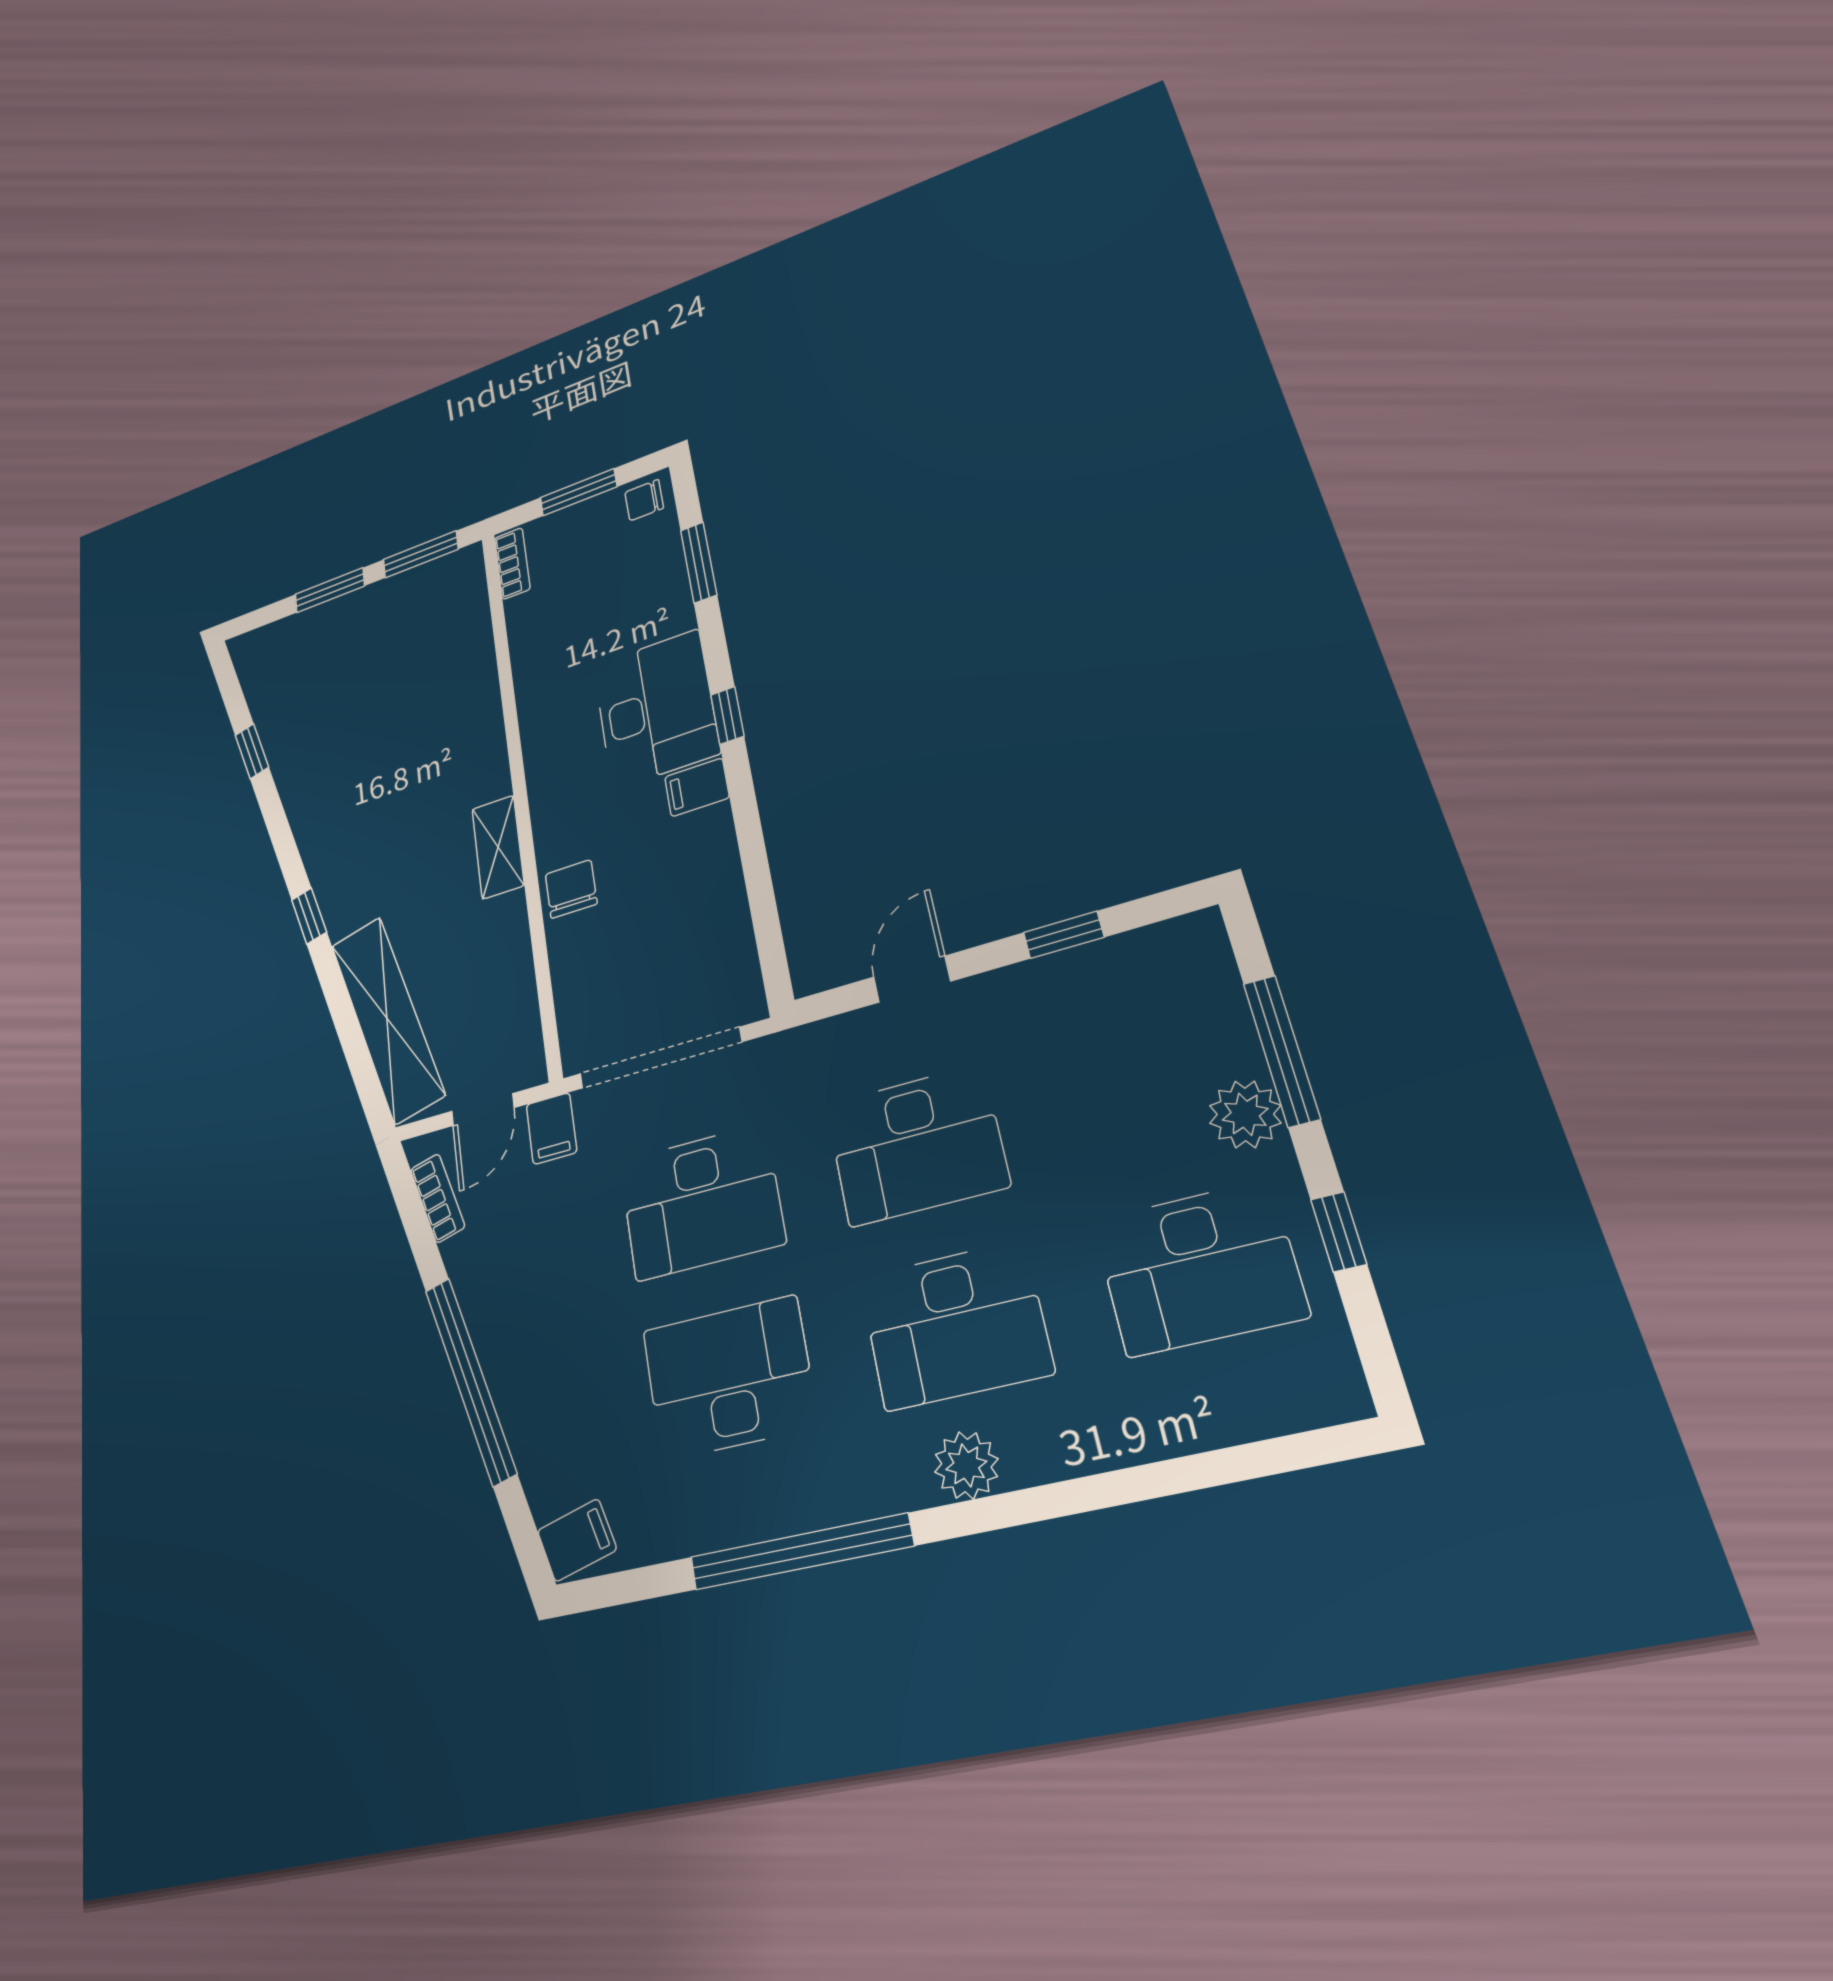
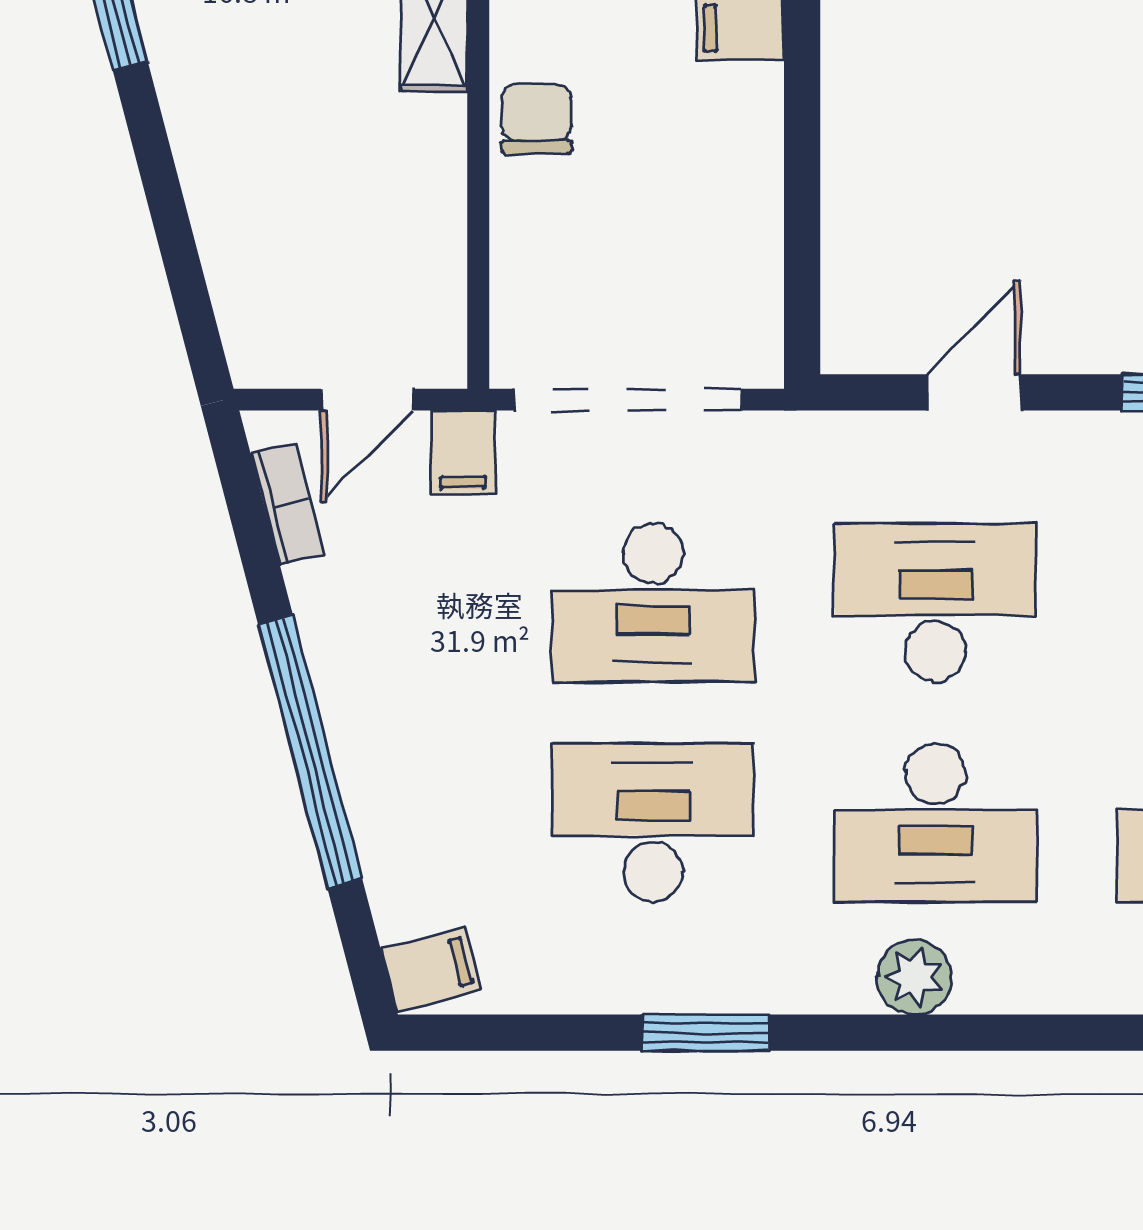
shelving: (387, 1019) -> (235, 226), removed
desk: (916, 1145) -> (935, 602), turned 180
window: (801, 1552) -> (706, 1033), width x0.47

